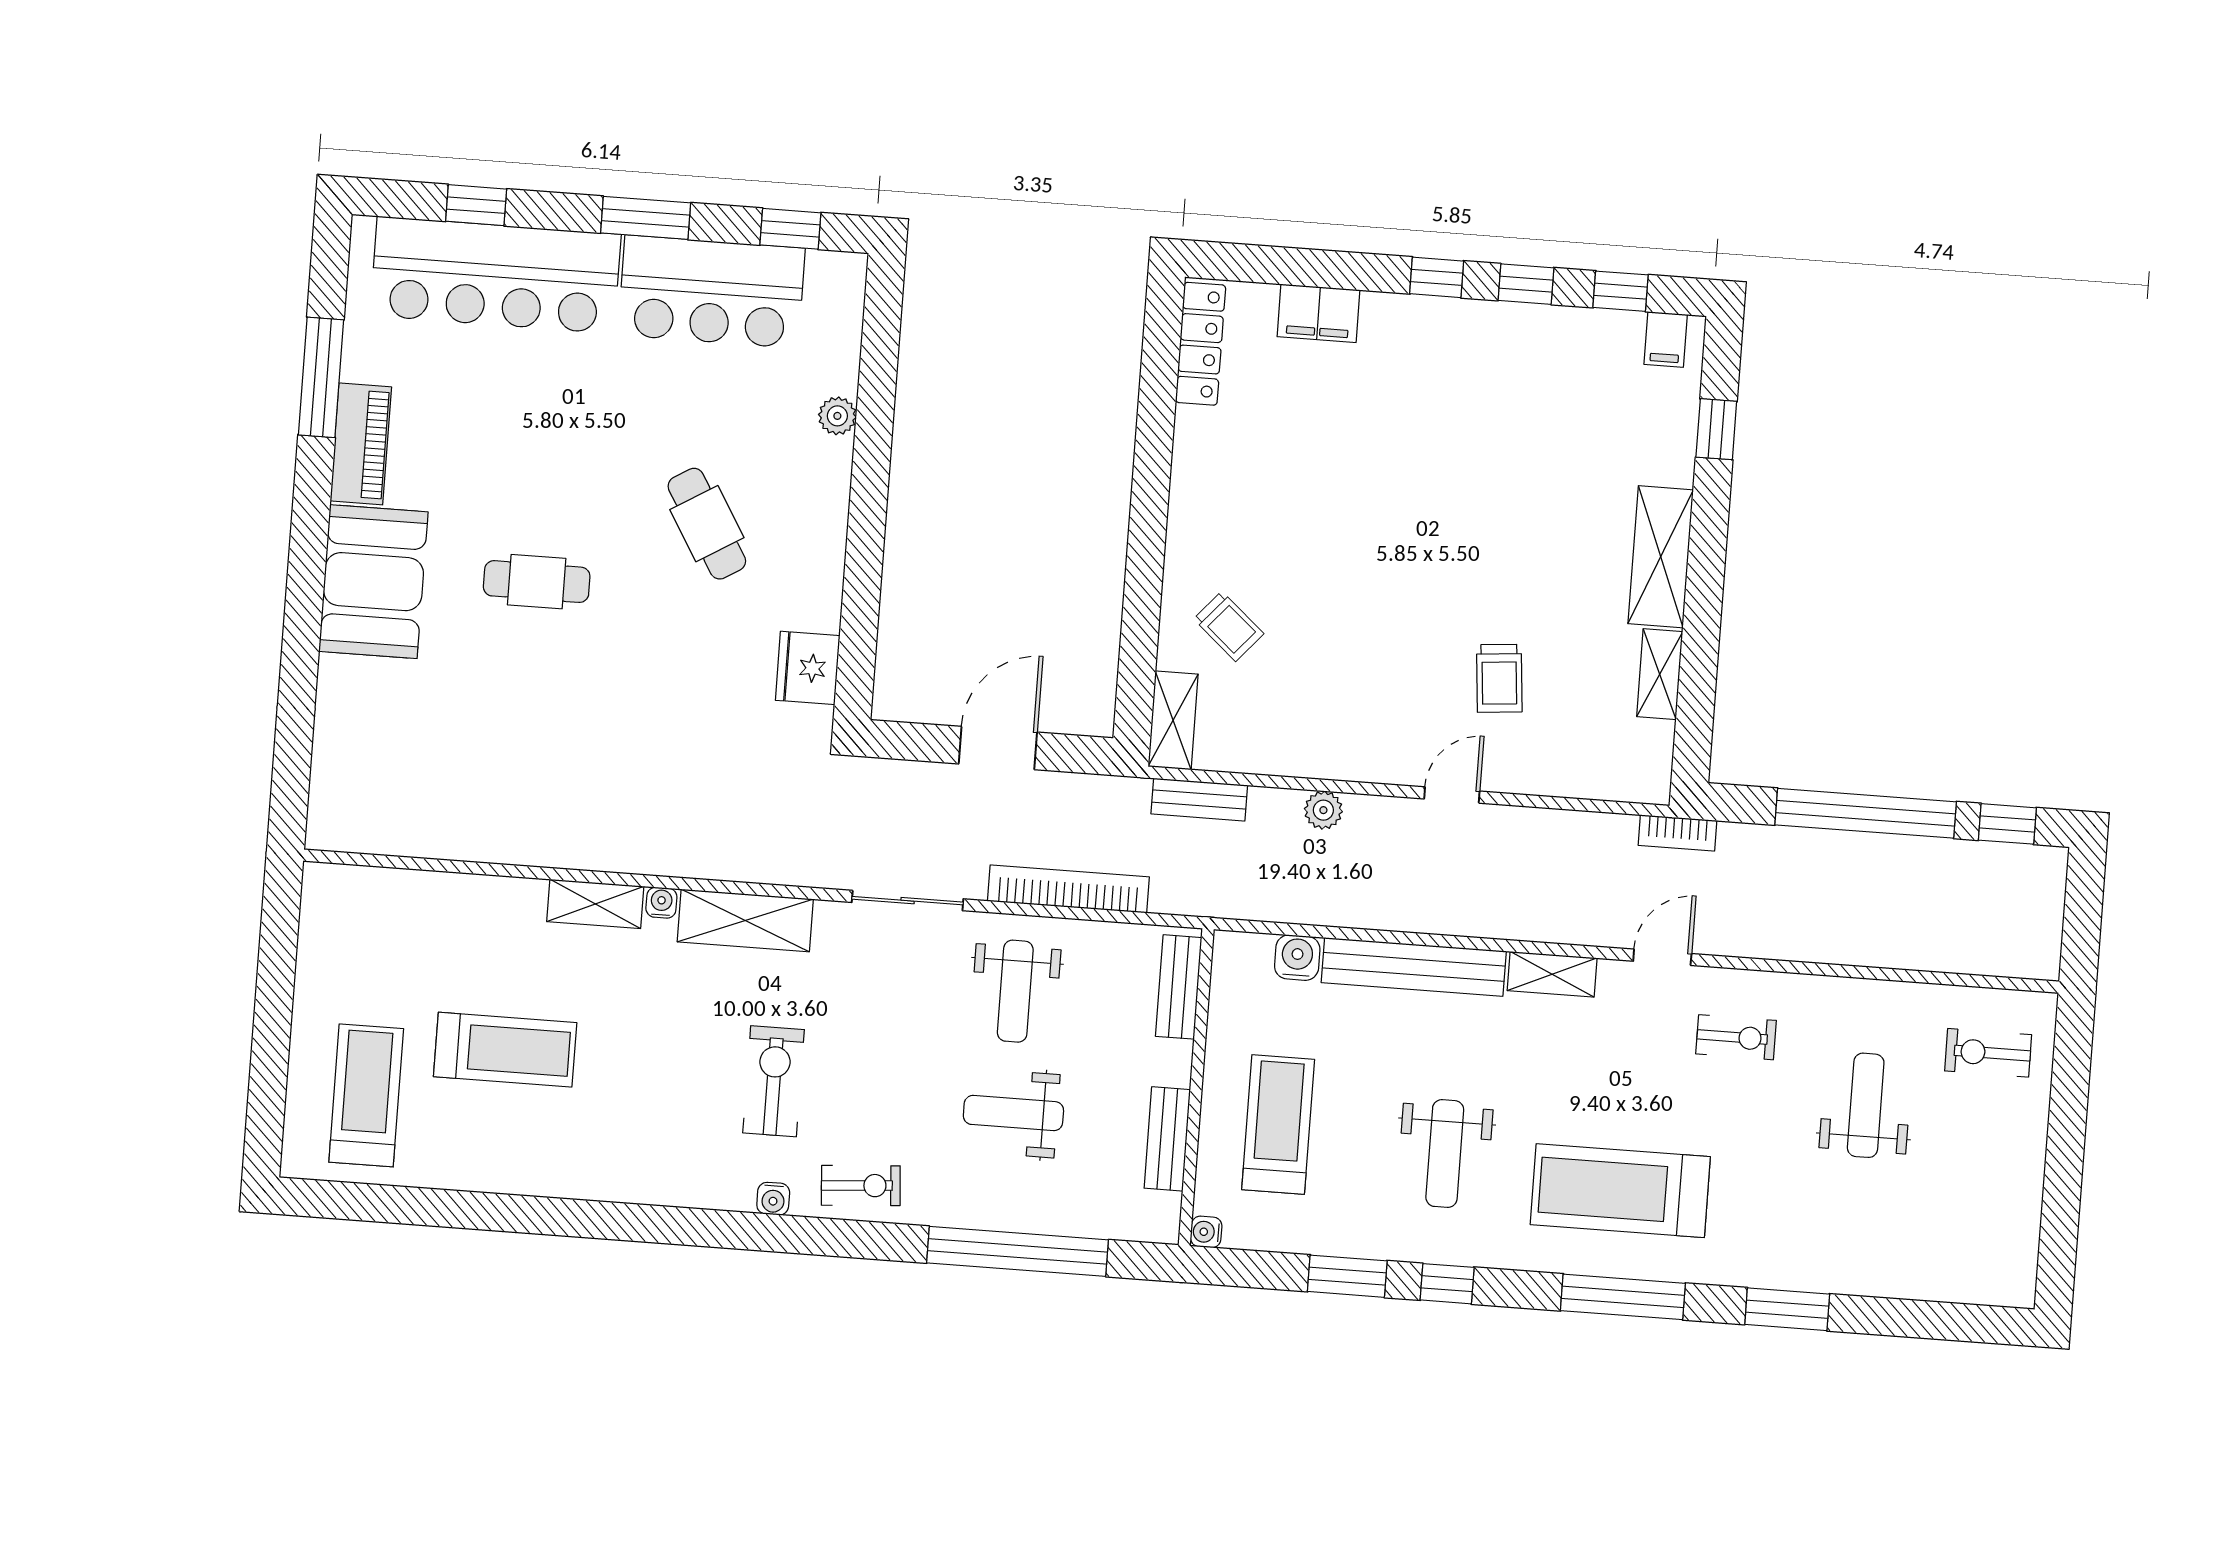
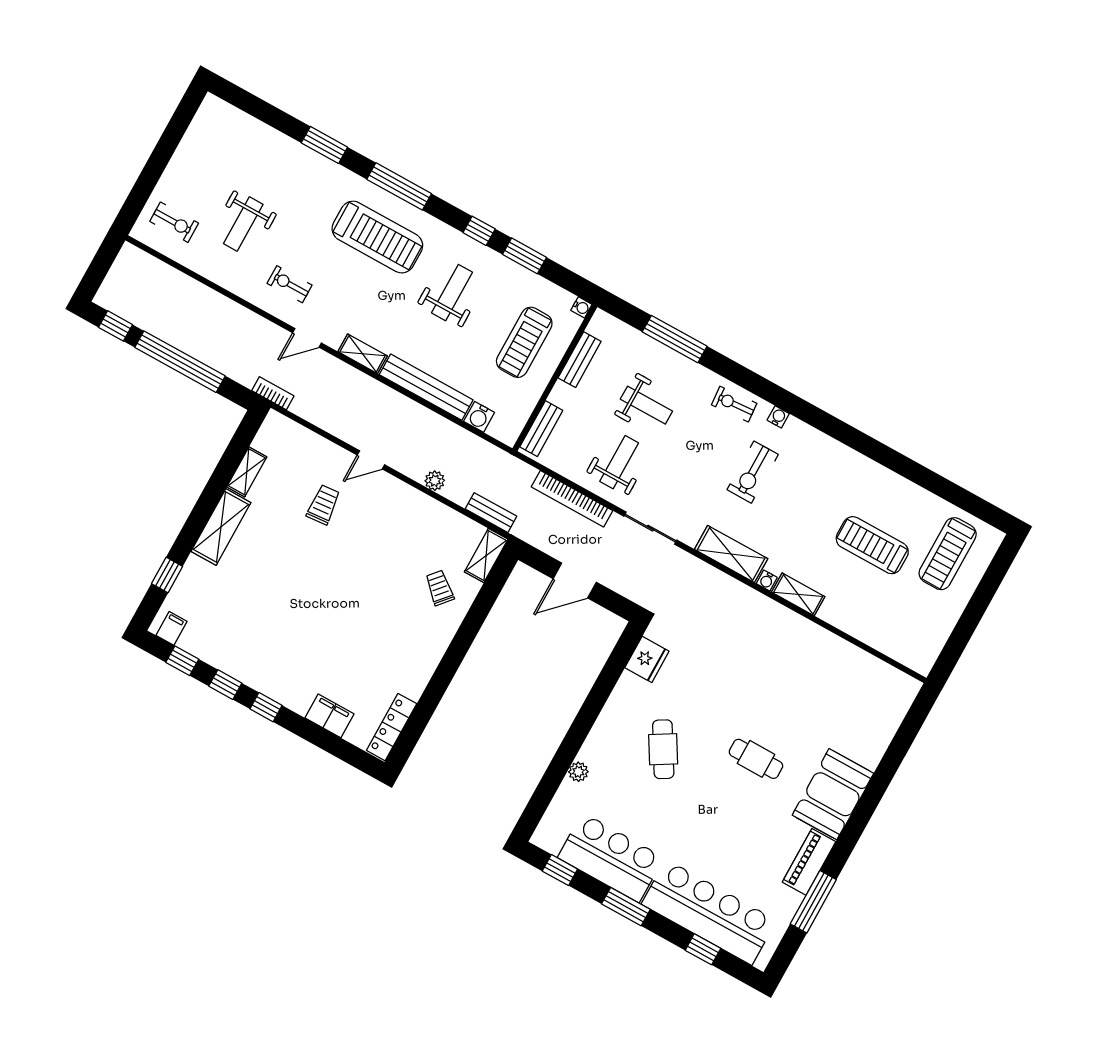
window: (1017, 1251) -> (675, 339), width x0.68

